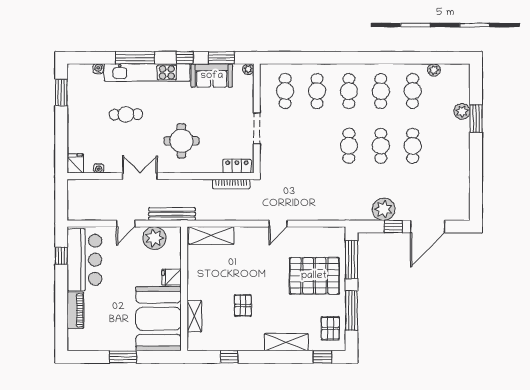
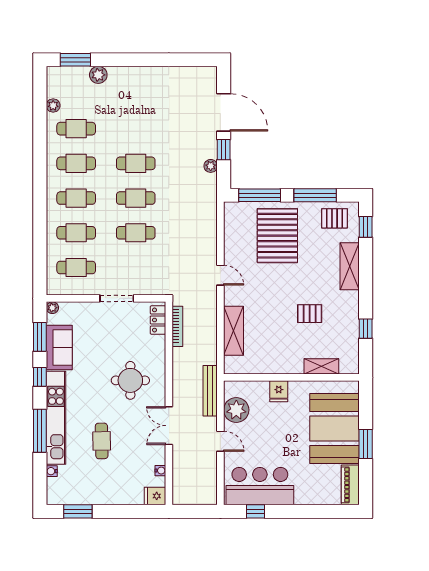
window: (476, 118) -> (75, 60), moved
cafe table: (413, 146) -> (136, 233), moved
plant: (384, 209) -> (211, 166), width x0.53, depth x0.53
shelving: (211, 236) -> (234, 331), moved
piano: (75, 310) -> (350, 485), moved, turned -90
booth: (159, 319) -> (335, 429), moved, turned 90

